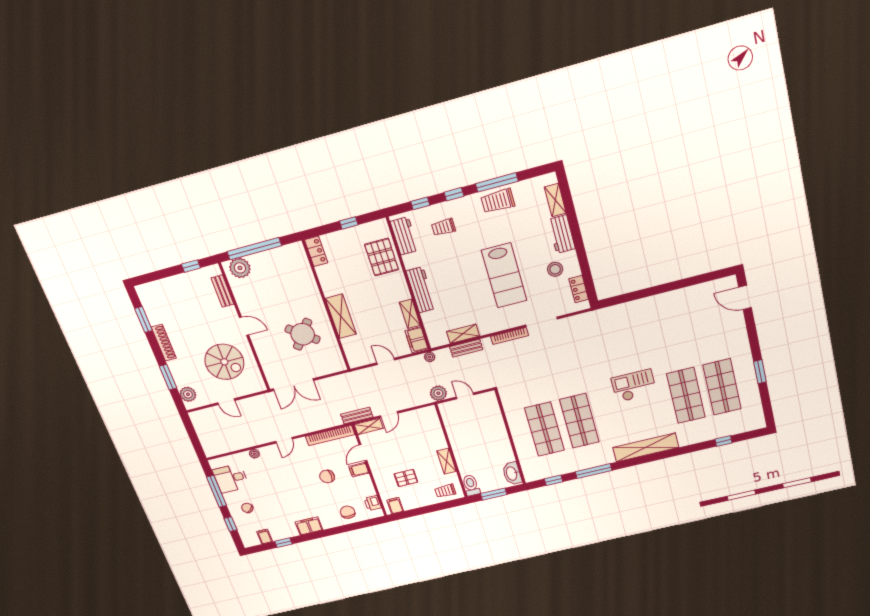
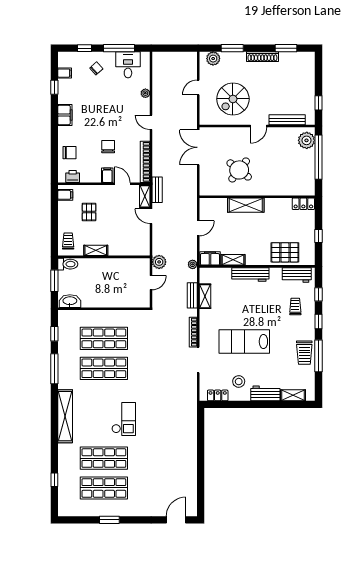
trolley: (498, 201) -> (304, 353), turned 180
bench: (222, 291) -> (287, 120), width x1.36

